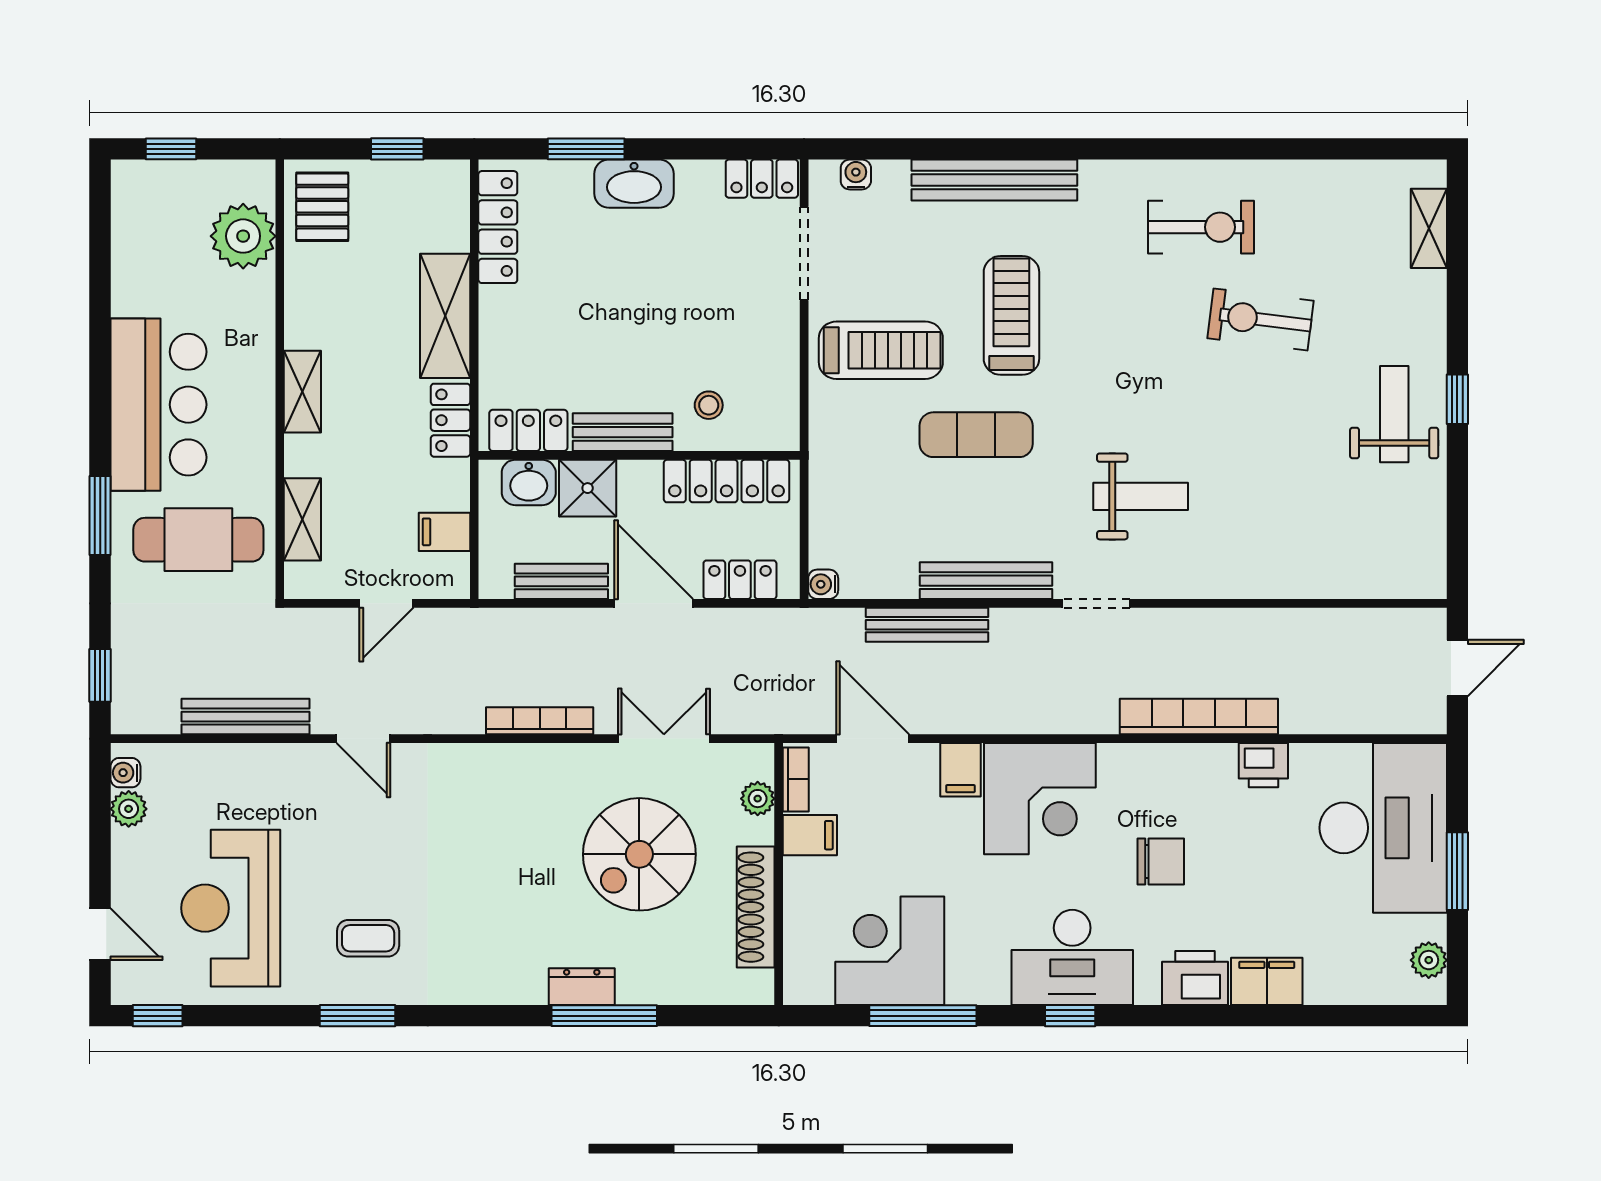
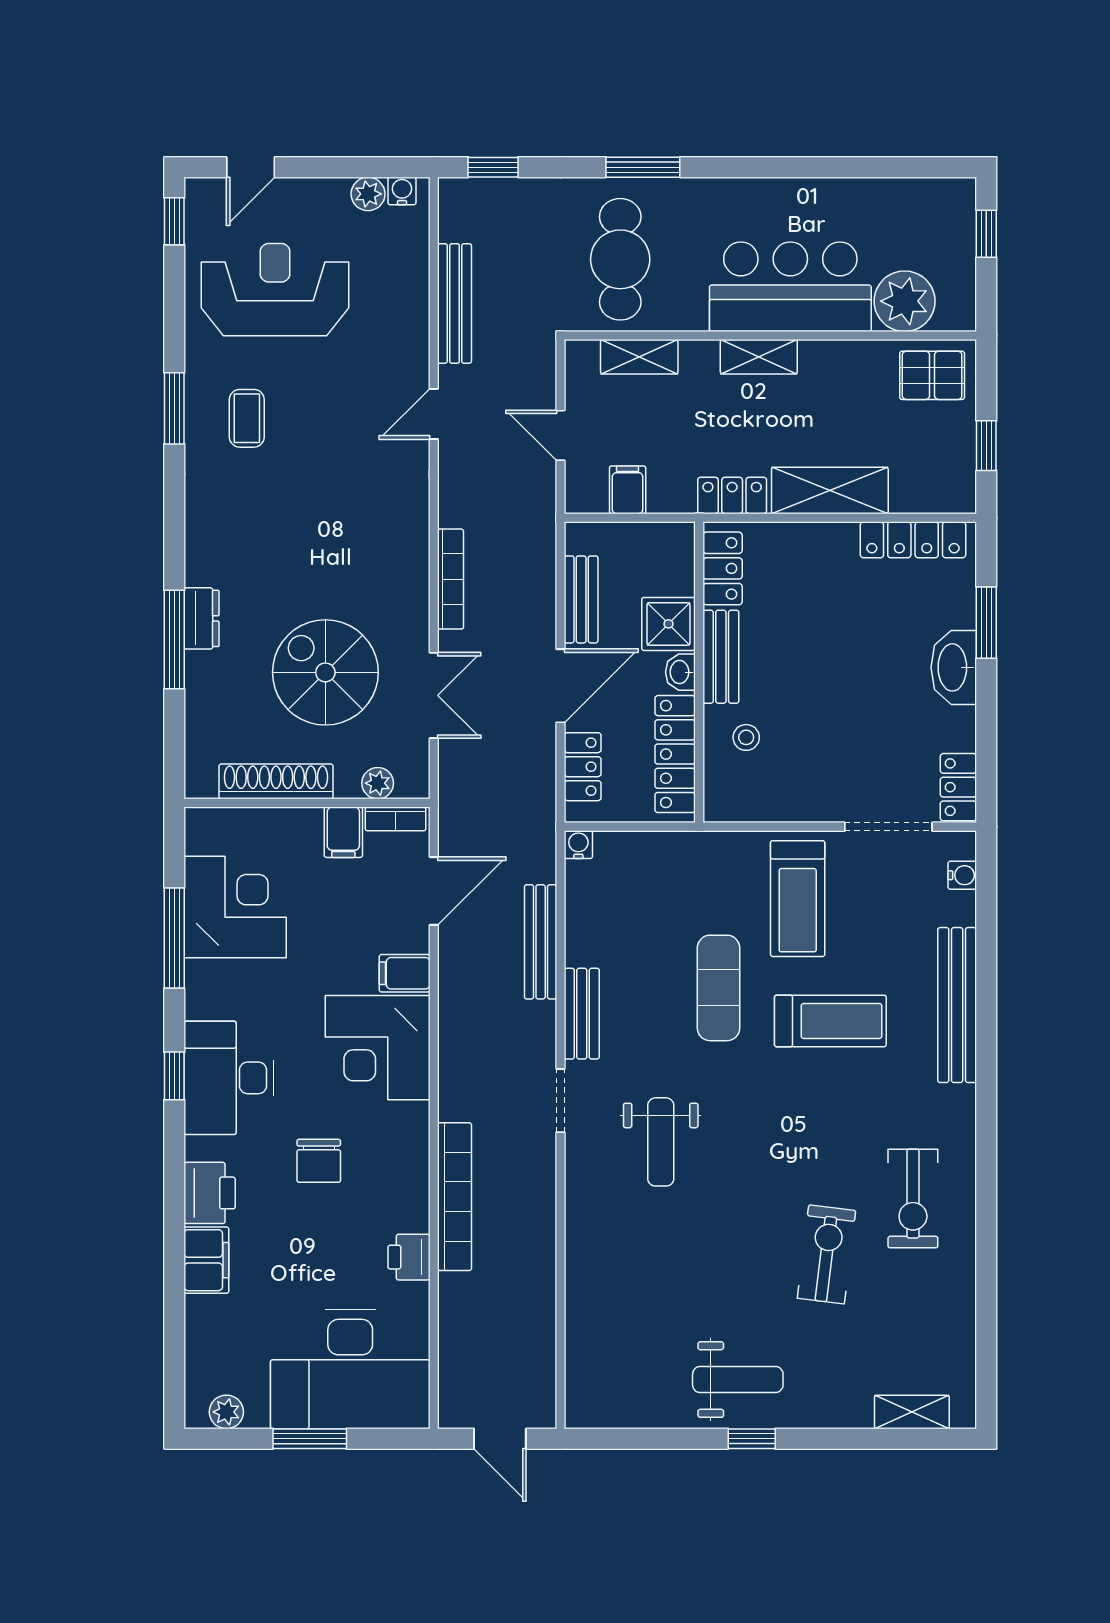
bar counter: (158, 405) -> (790, 287), moved, turned 180
washbasin: (529, 482) -> (680, 672), moved, width x0.72, depth x0.69
bench: (986, 581) -> (582, 1014), width x0.73

